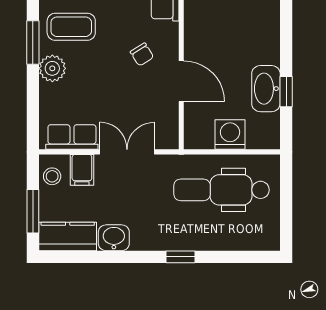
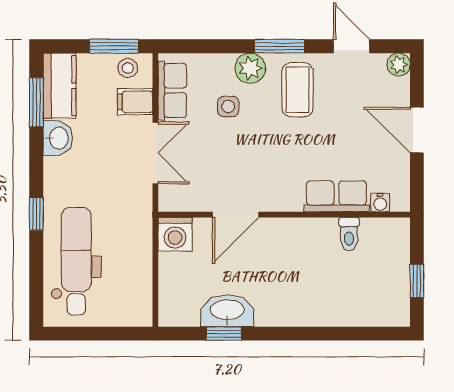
chair: (142, 54) -> (266, 170), removed
side table: (86, 88) -> (228, 106), added
washing machine: (230, 135) -> (175, 234), moved, turned 90
dental chair: (222, 190) -> (76, 261), moved
window: (33, 211) -> (114, 46), moved
window: (82, 257) -> (36, 102), added

